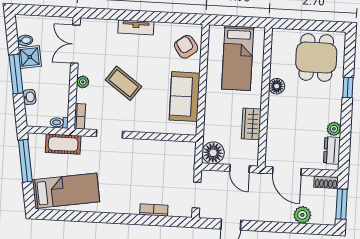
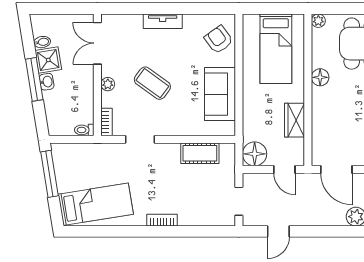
plant: (278, 35) -> (318, 21), added
washbasin: (29, 97) -> (47, 82), moved
cot: (63, 144) -> (200, 153), moved
bookcase: (154, 210) -> (162, 220), moved

